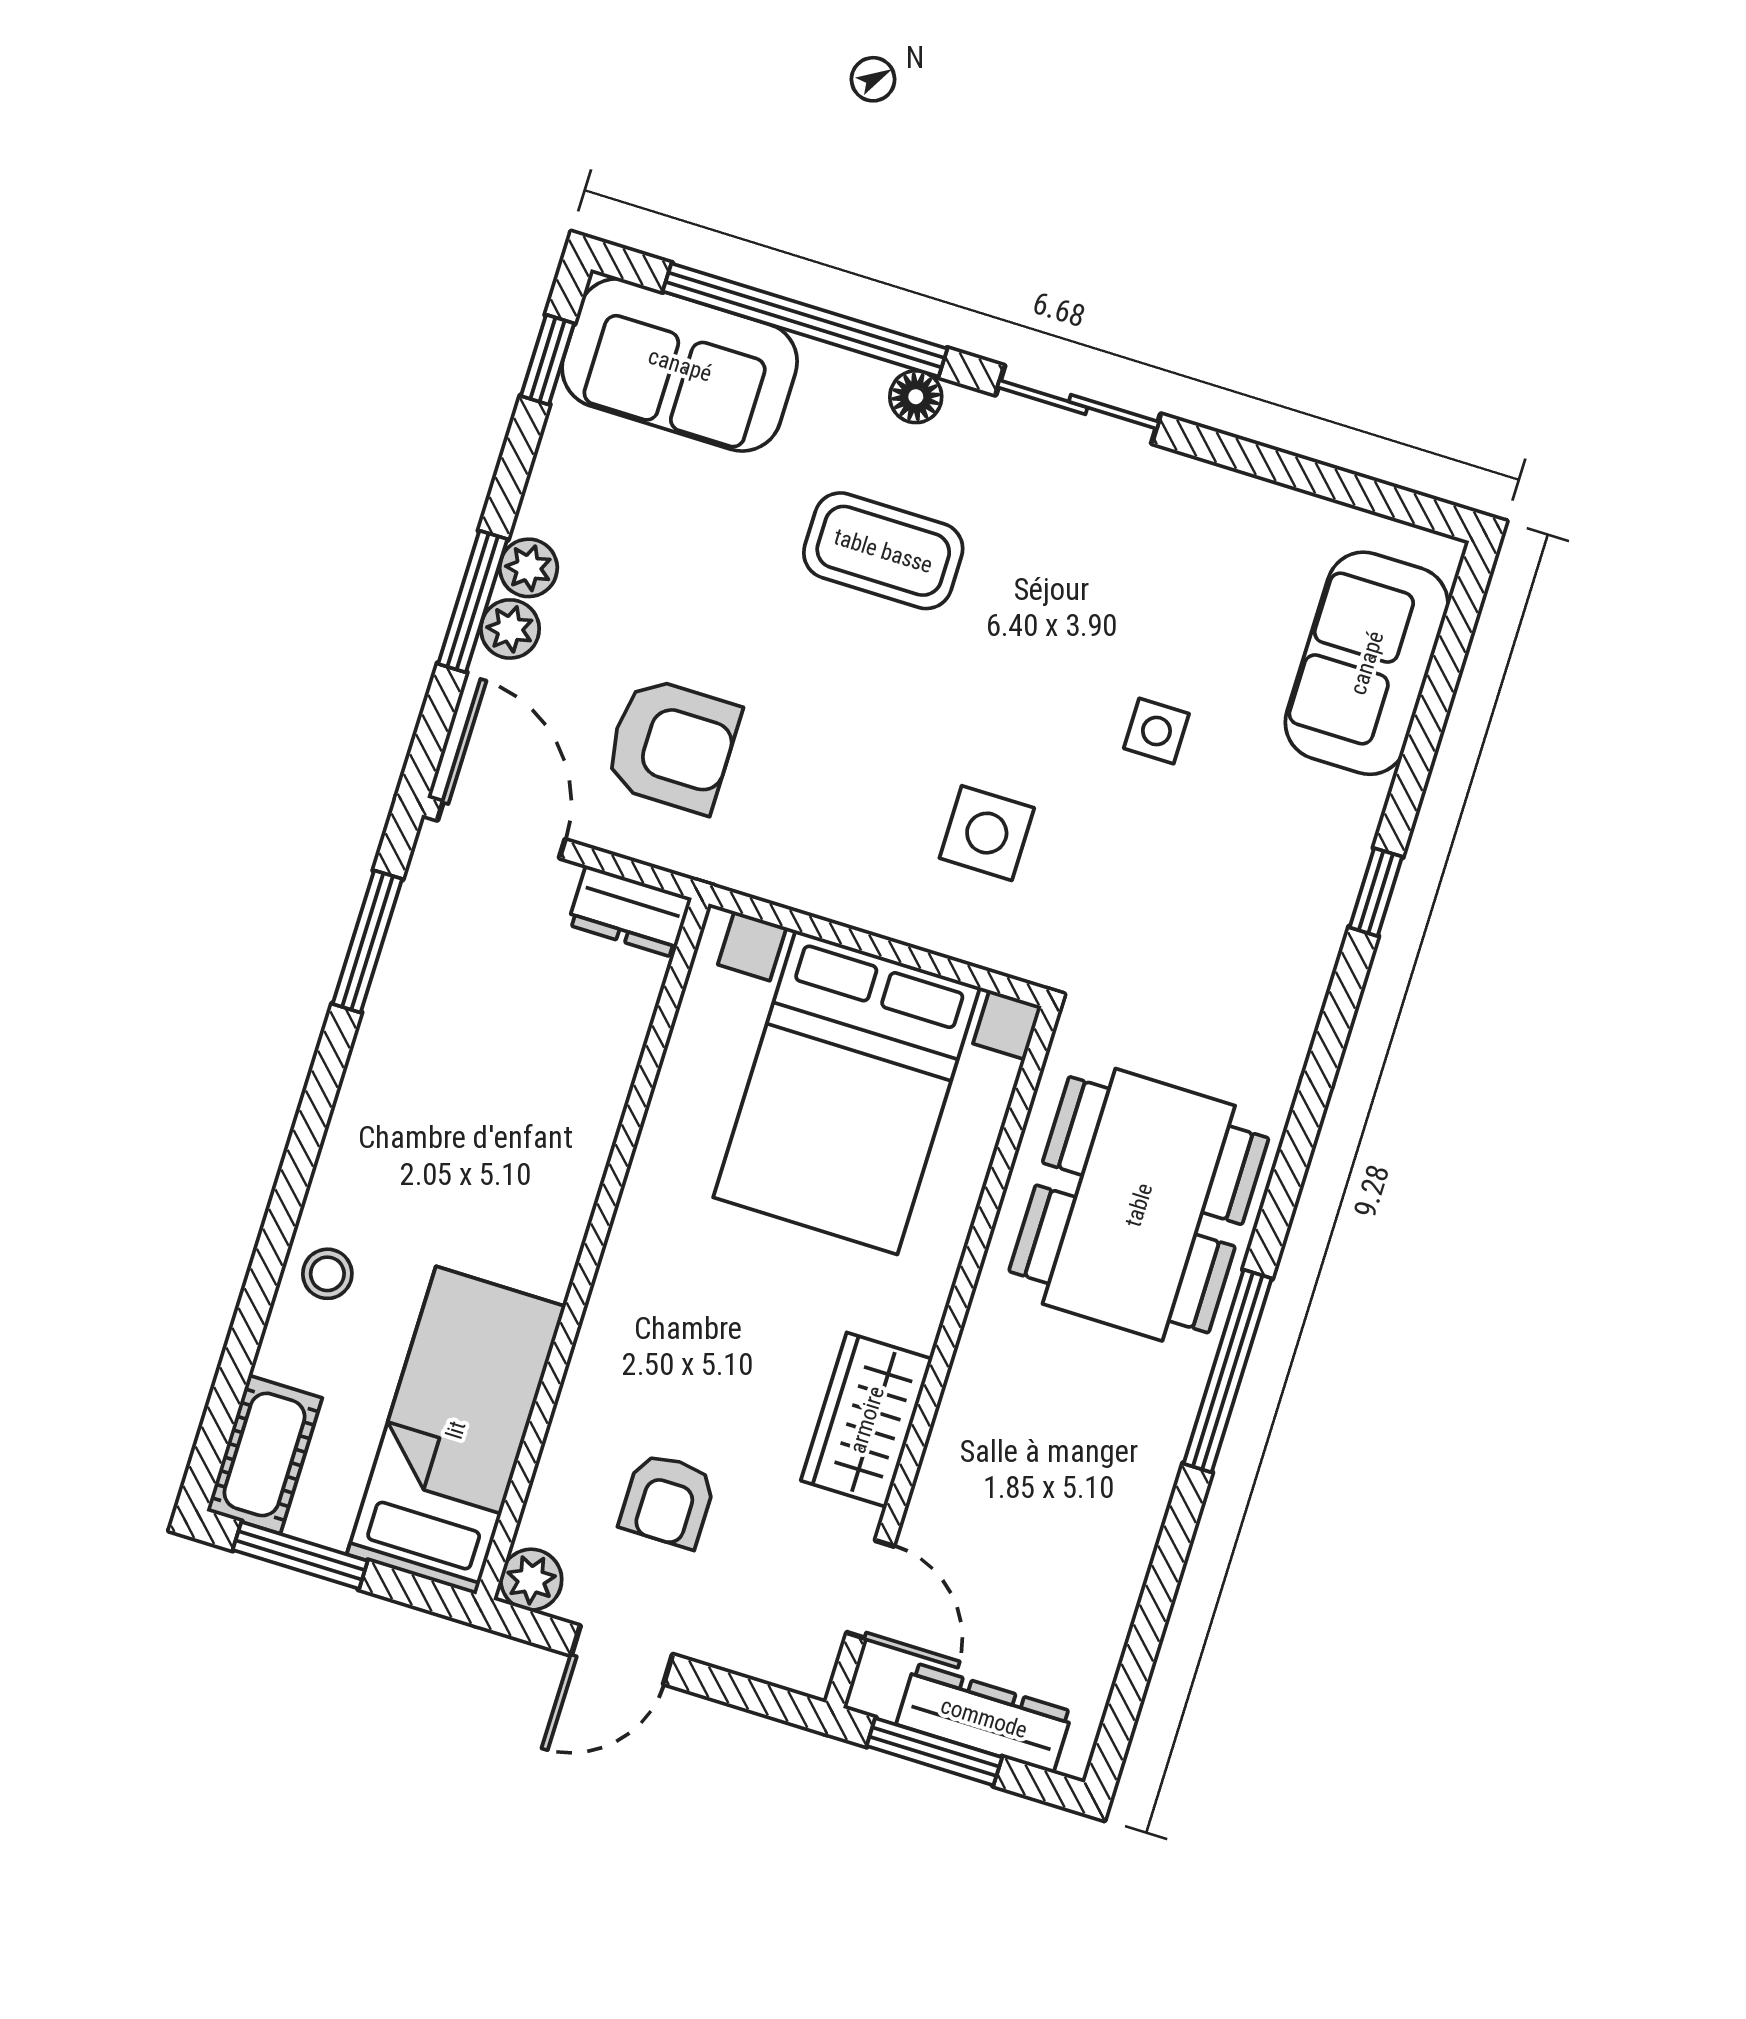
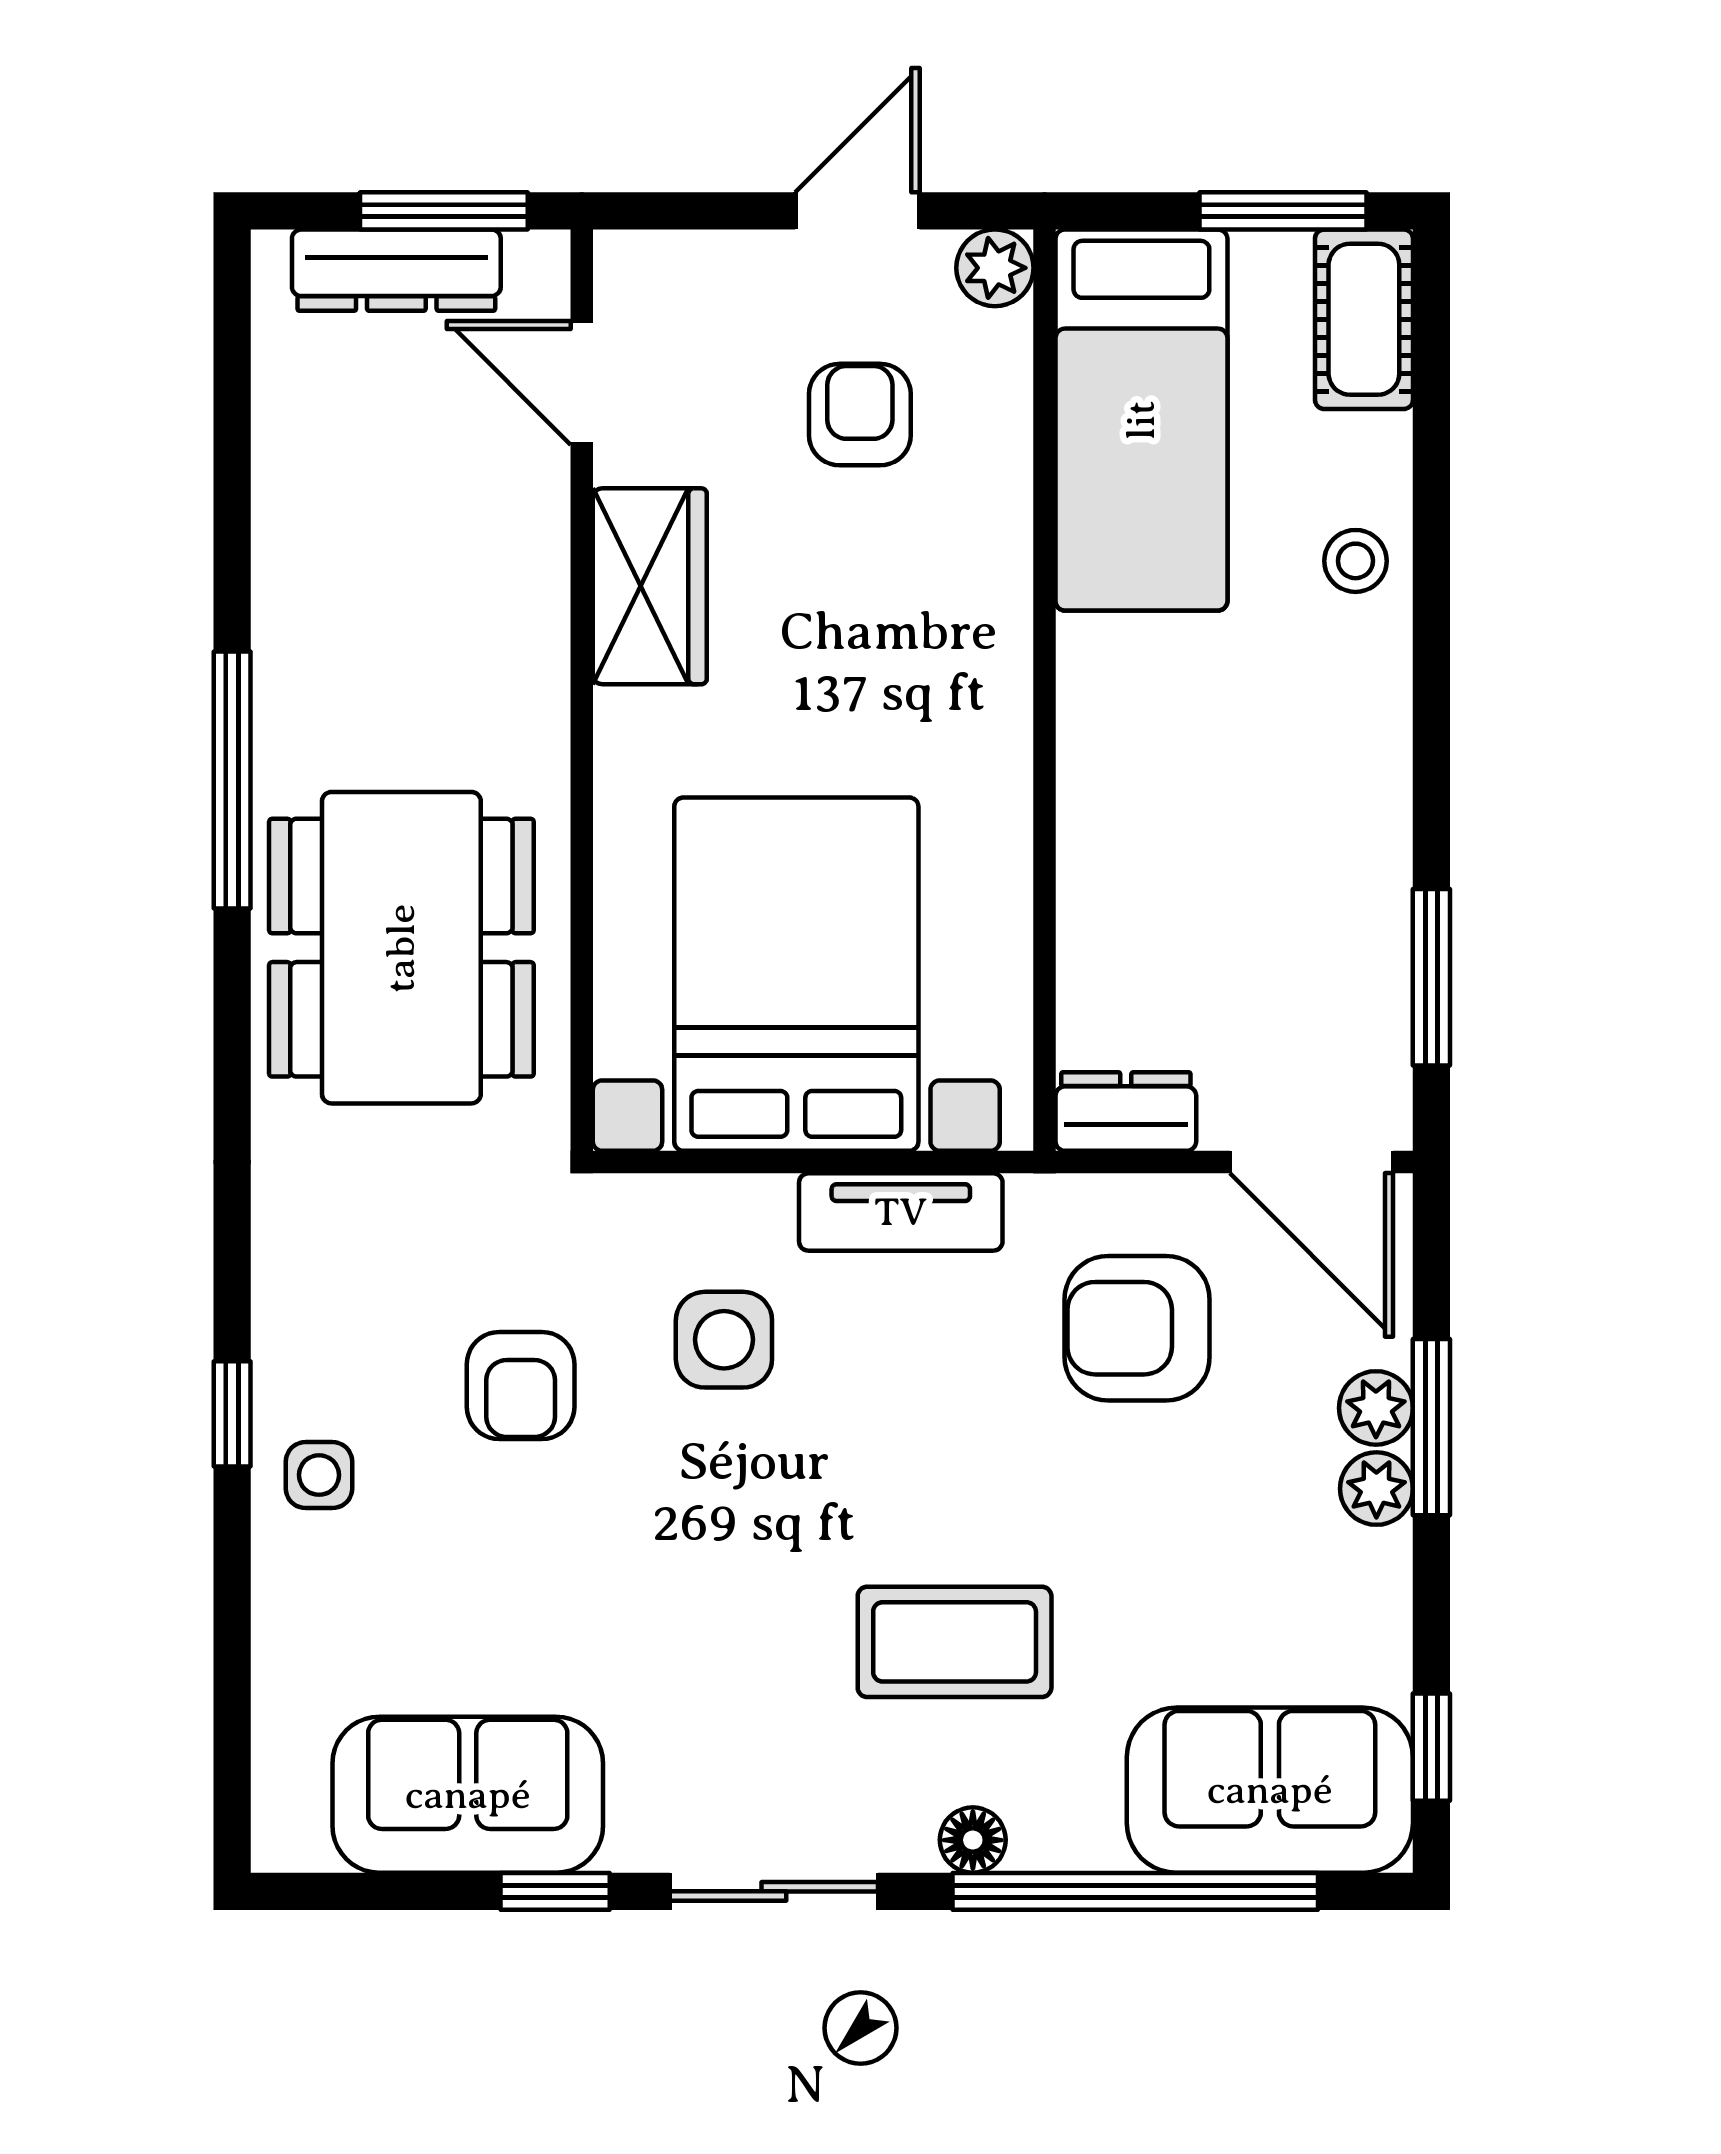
window: (1243, 456) -> (555, 1891), added
sofa: (1367, 663) -> (468, 1795), moved, turned -90
side table: (1156, 731) -> (319, 1475), moved
armchair: (1151, 846) -> (521, 1386), added
tv unit: (823, 888) -> (901, 1212), added

